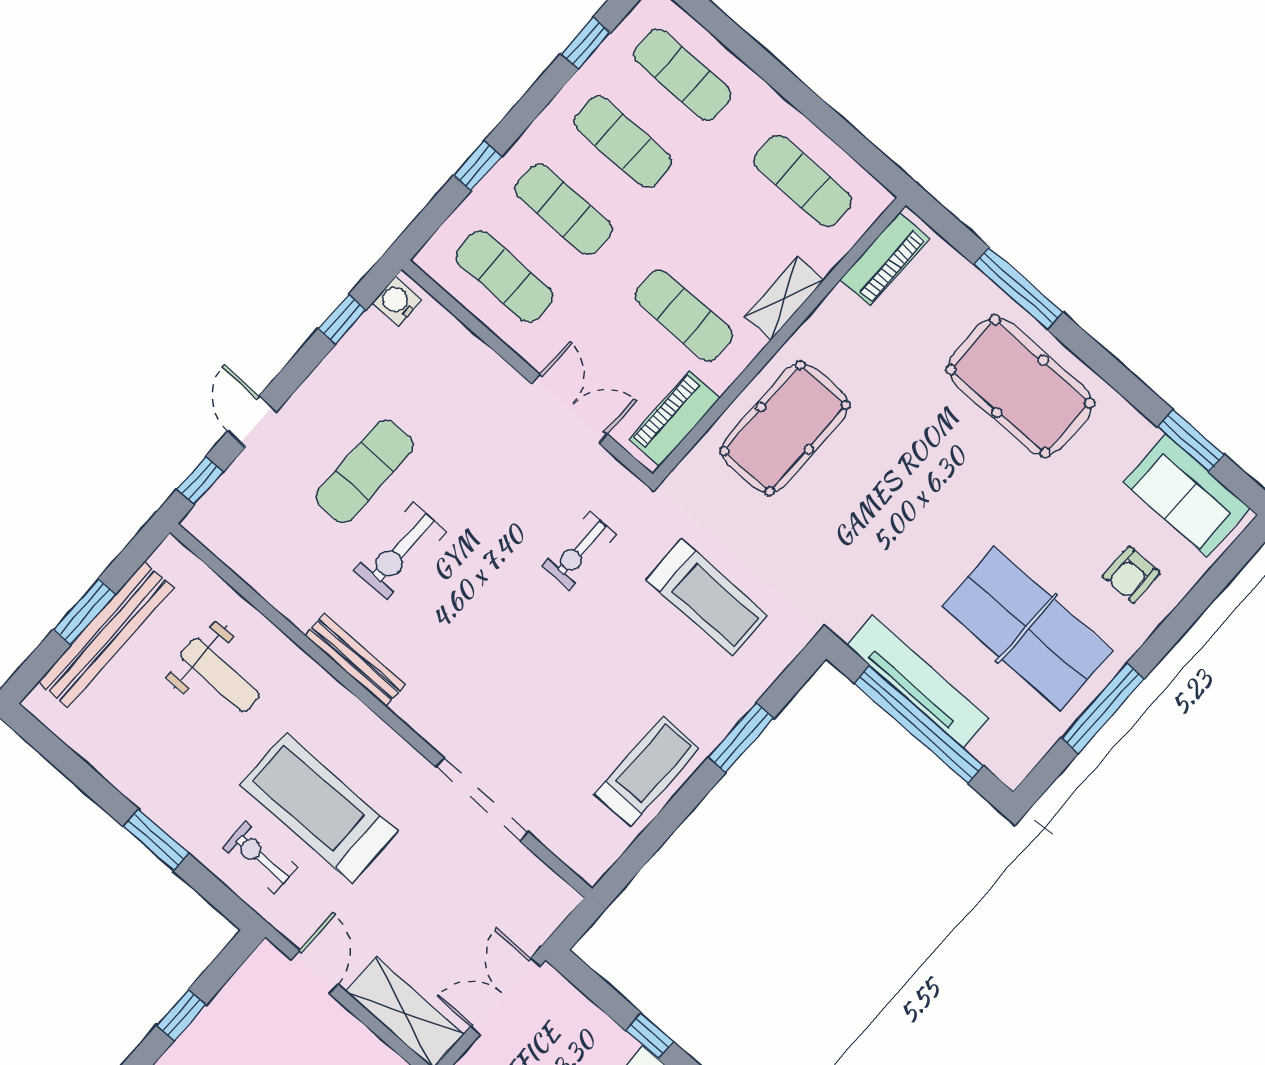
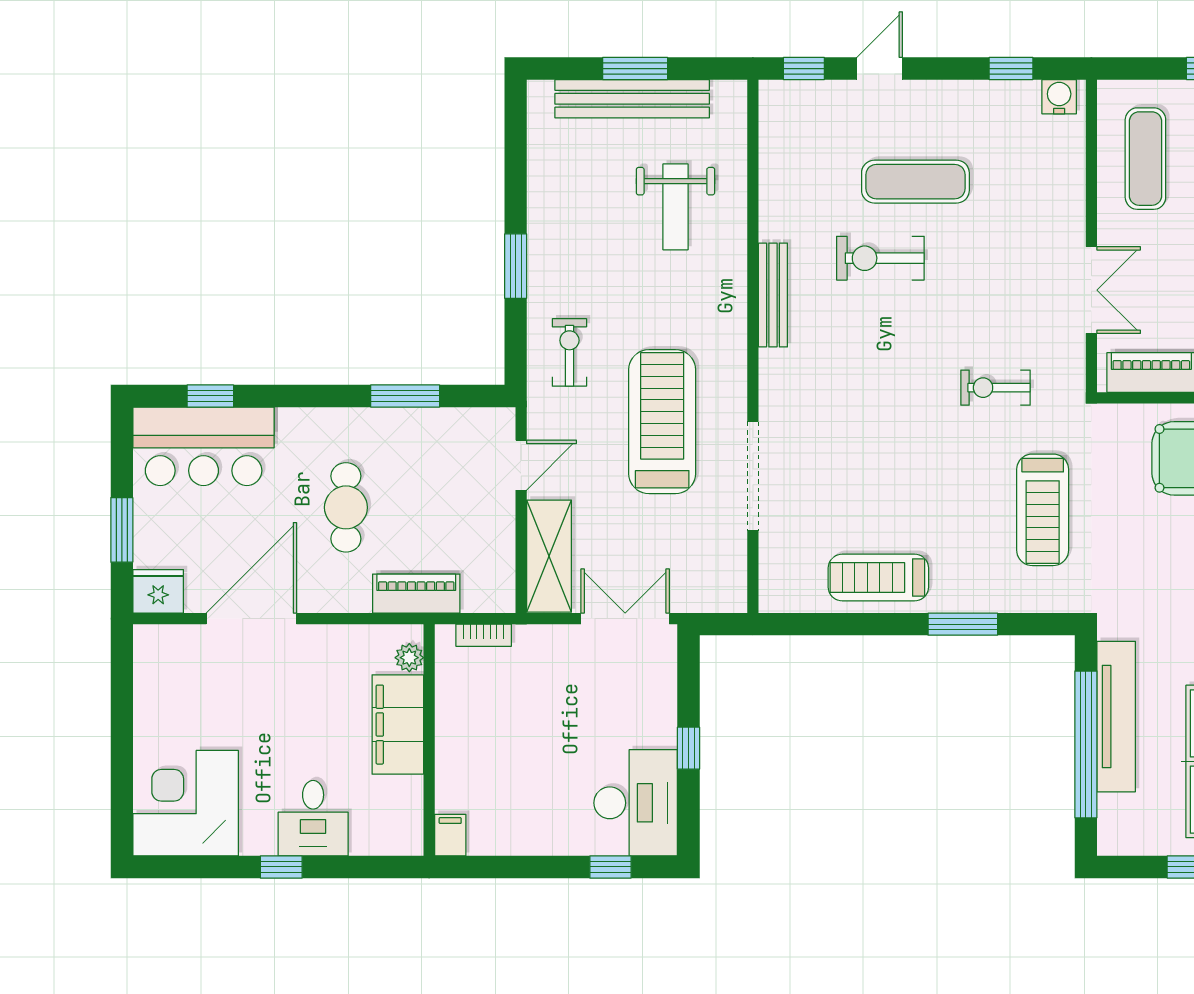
treadmill: (647, 771) -> (878, 578), turned 180
treadmill: (319, 808) -> (662, 422), moved
window: (181, 1015) -> (405, 396), width x1.50

